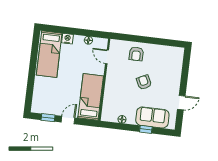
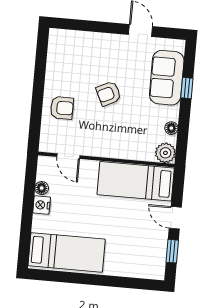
nightstand: (67, 39) -> (42, 205), moved
door: (107, 57) -> (68, 156), hinge flipped
plant: (107, 115) -> (165, 153), added

